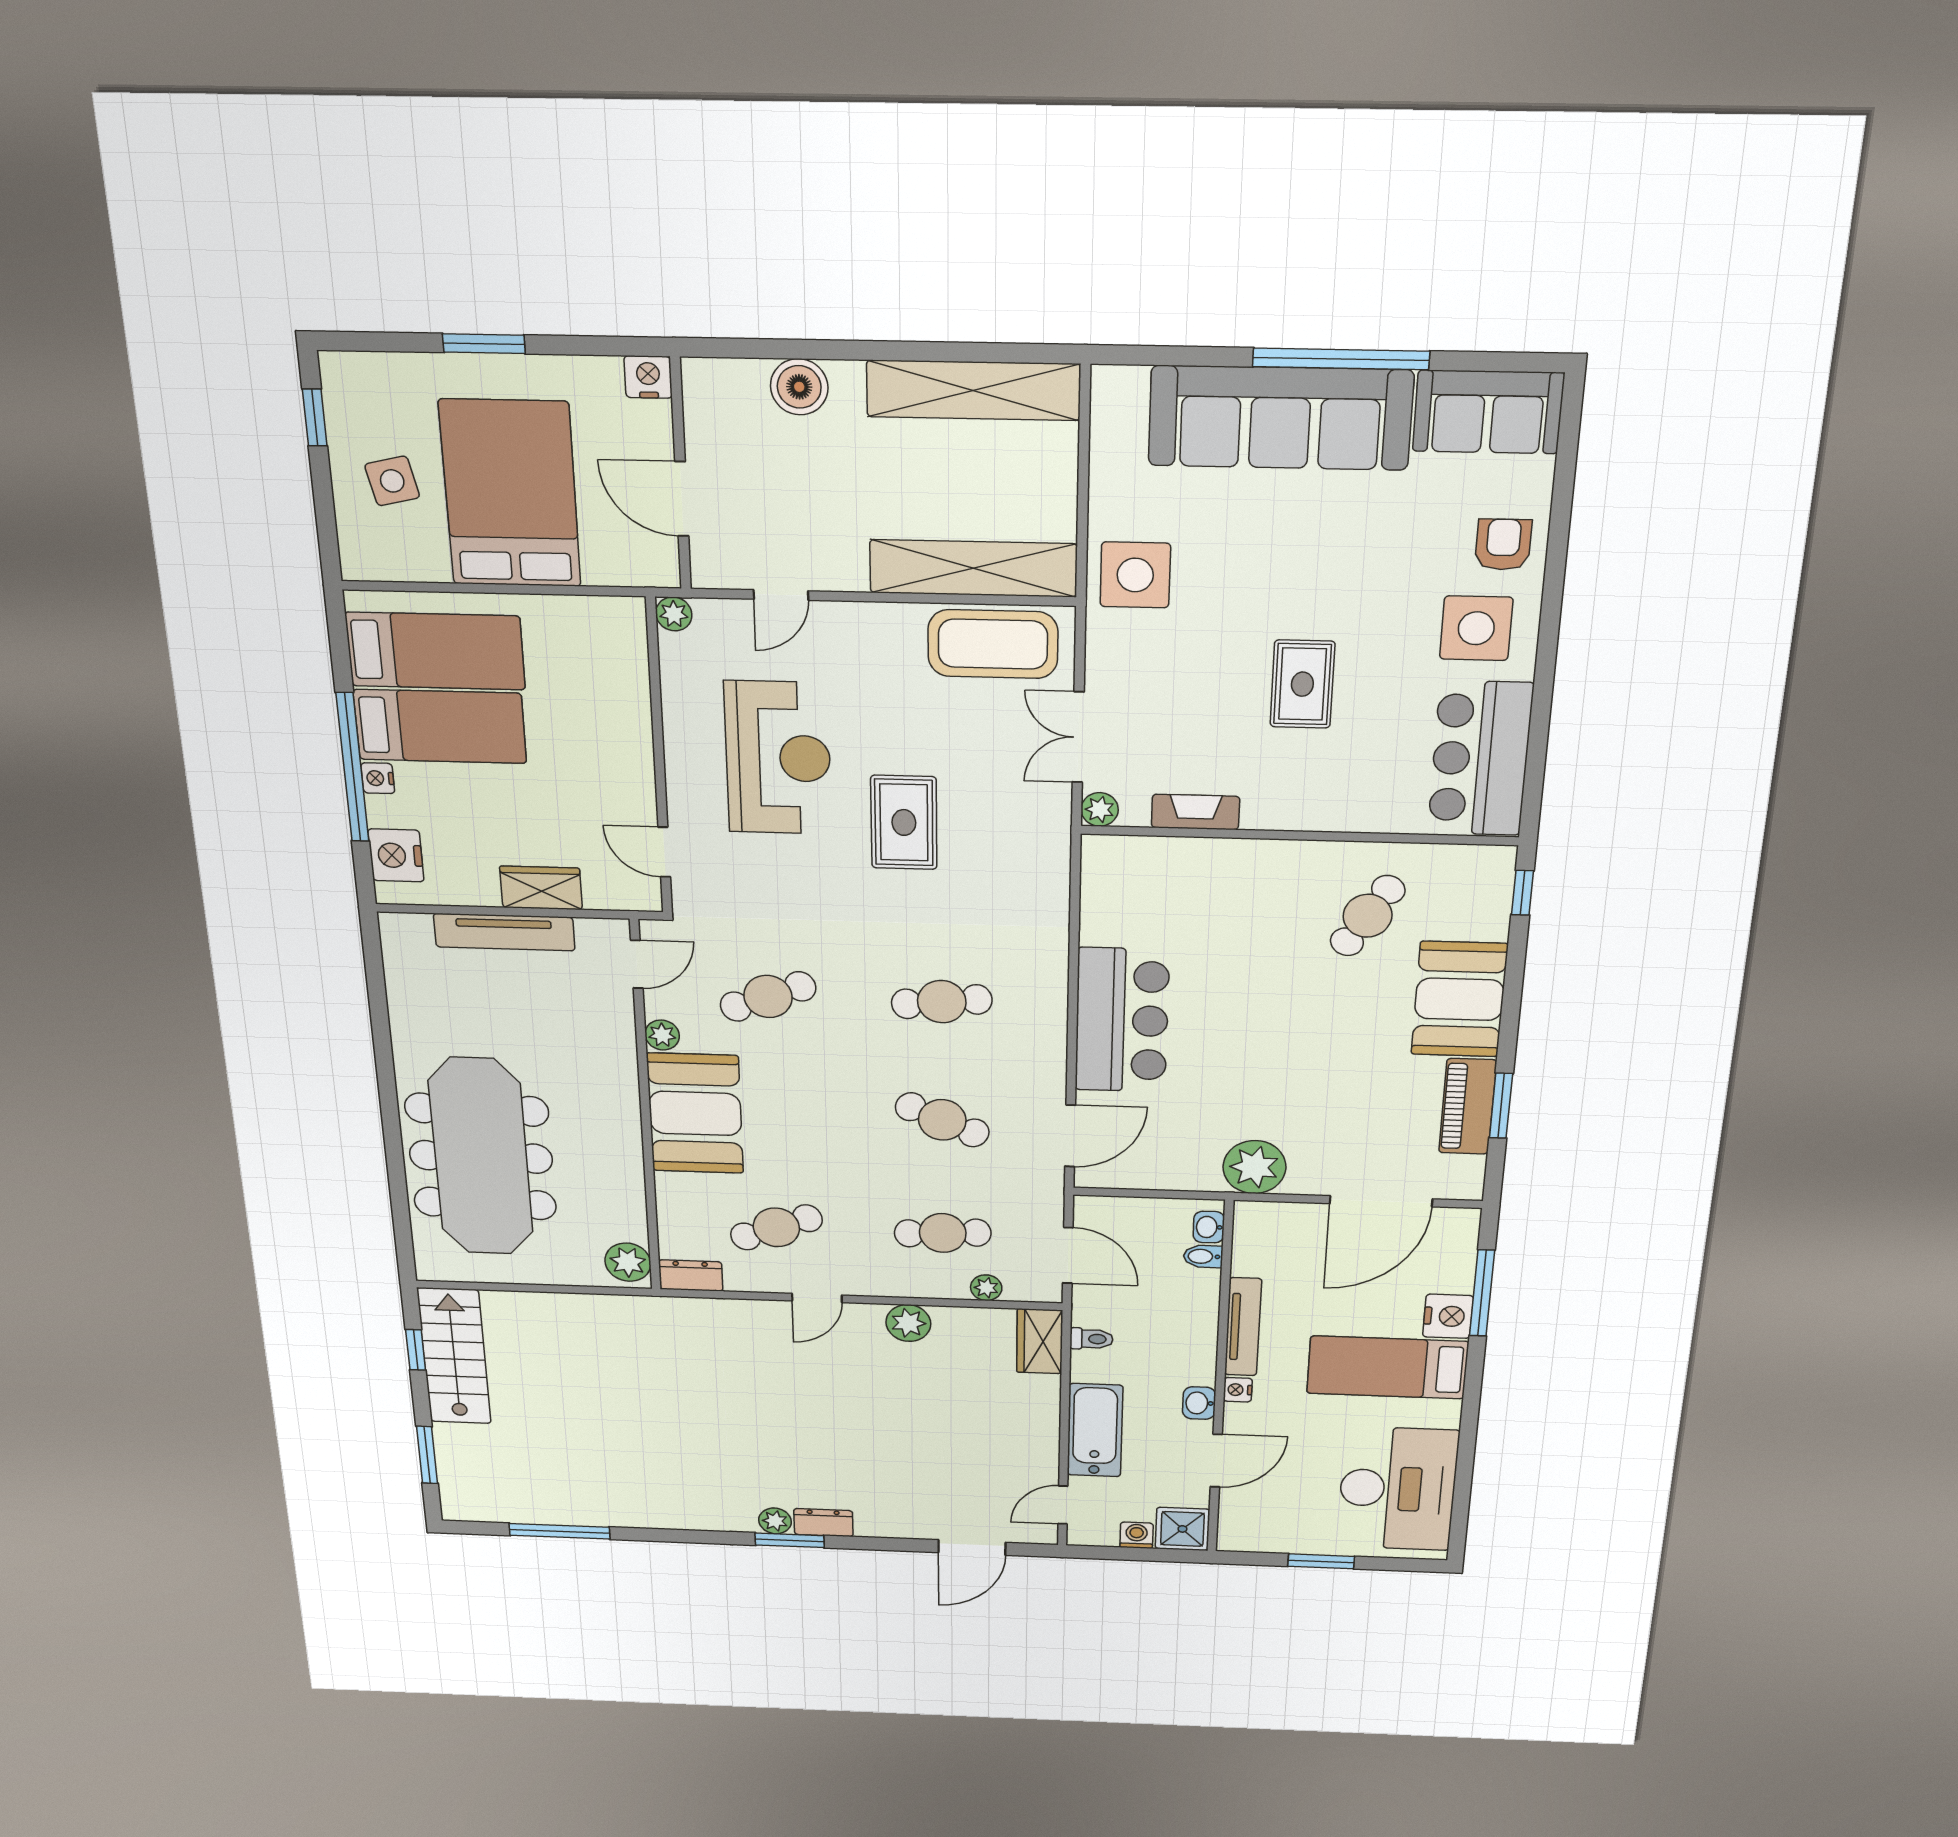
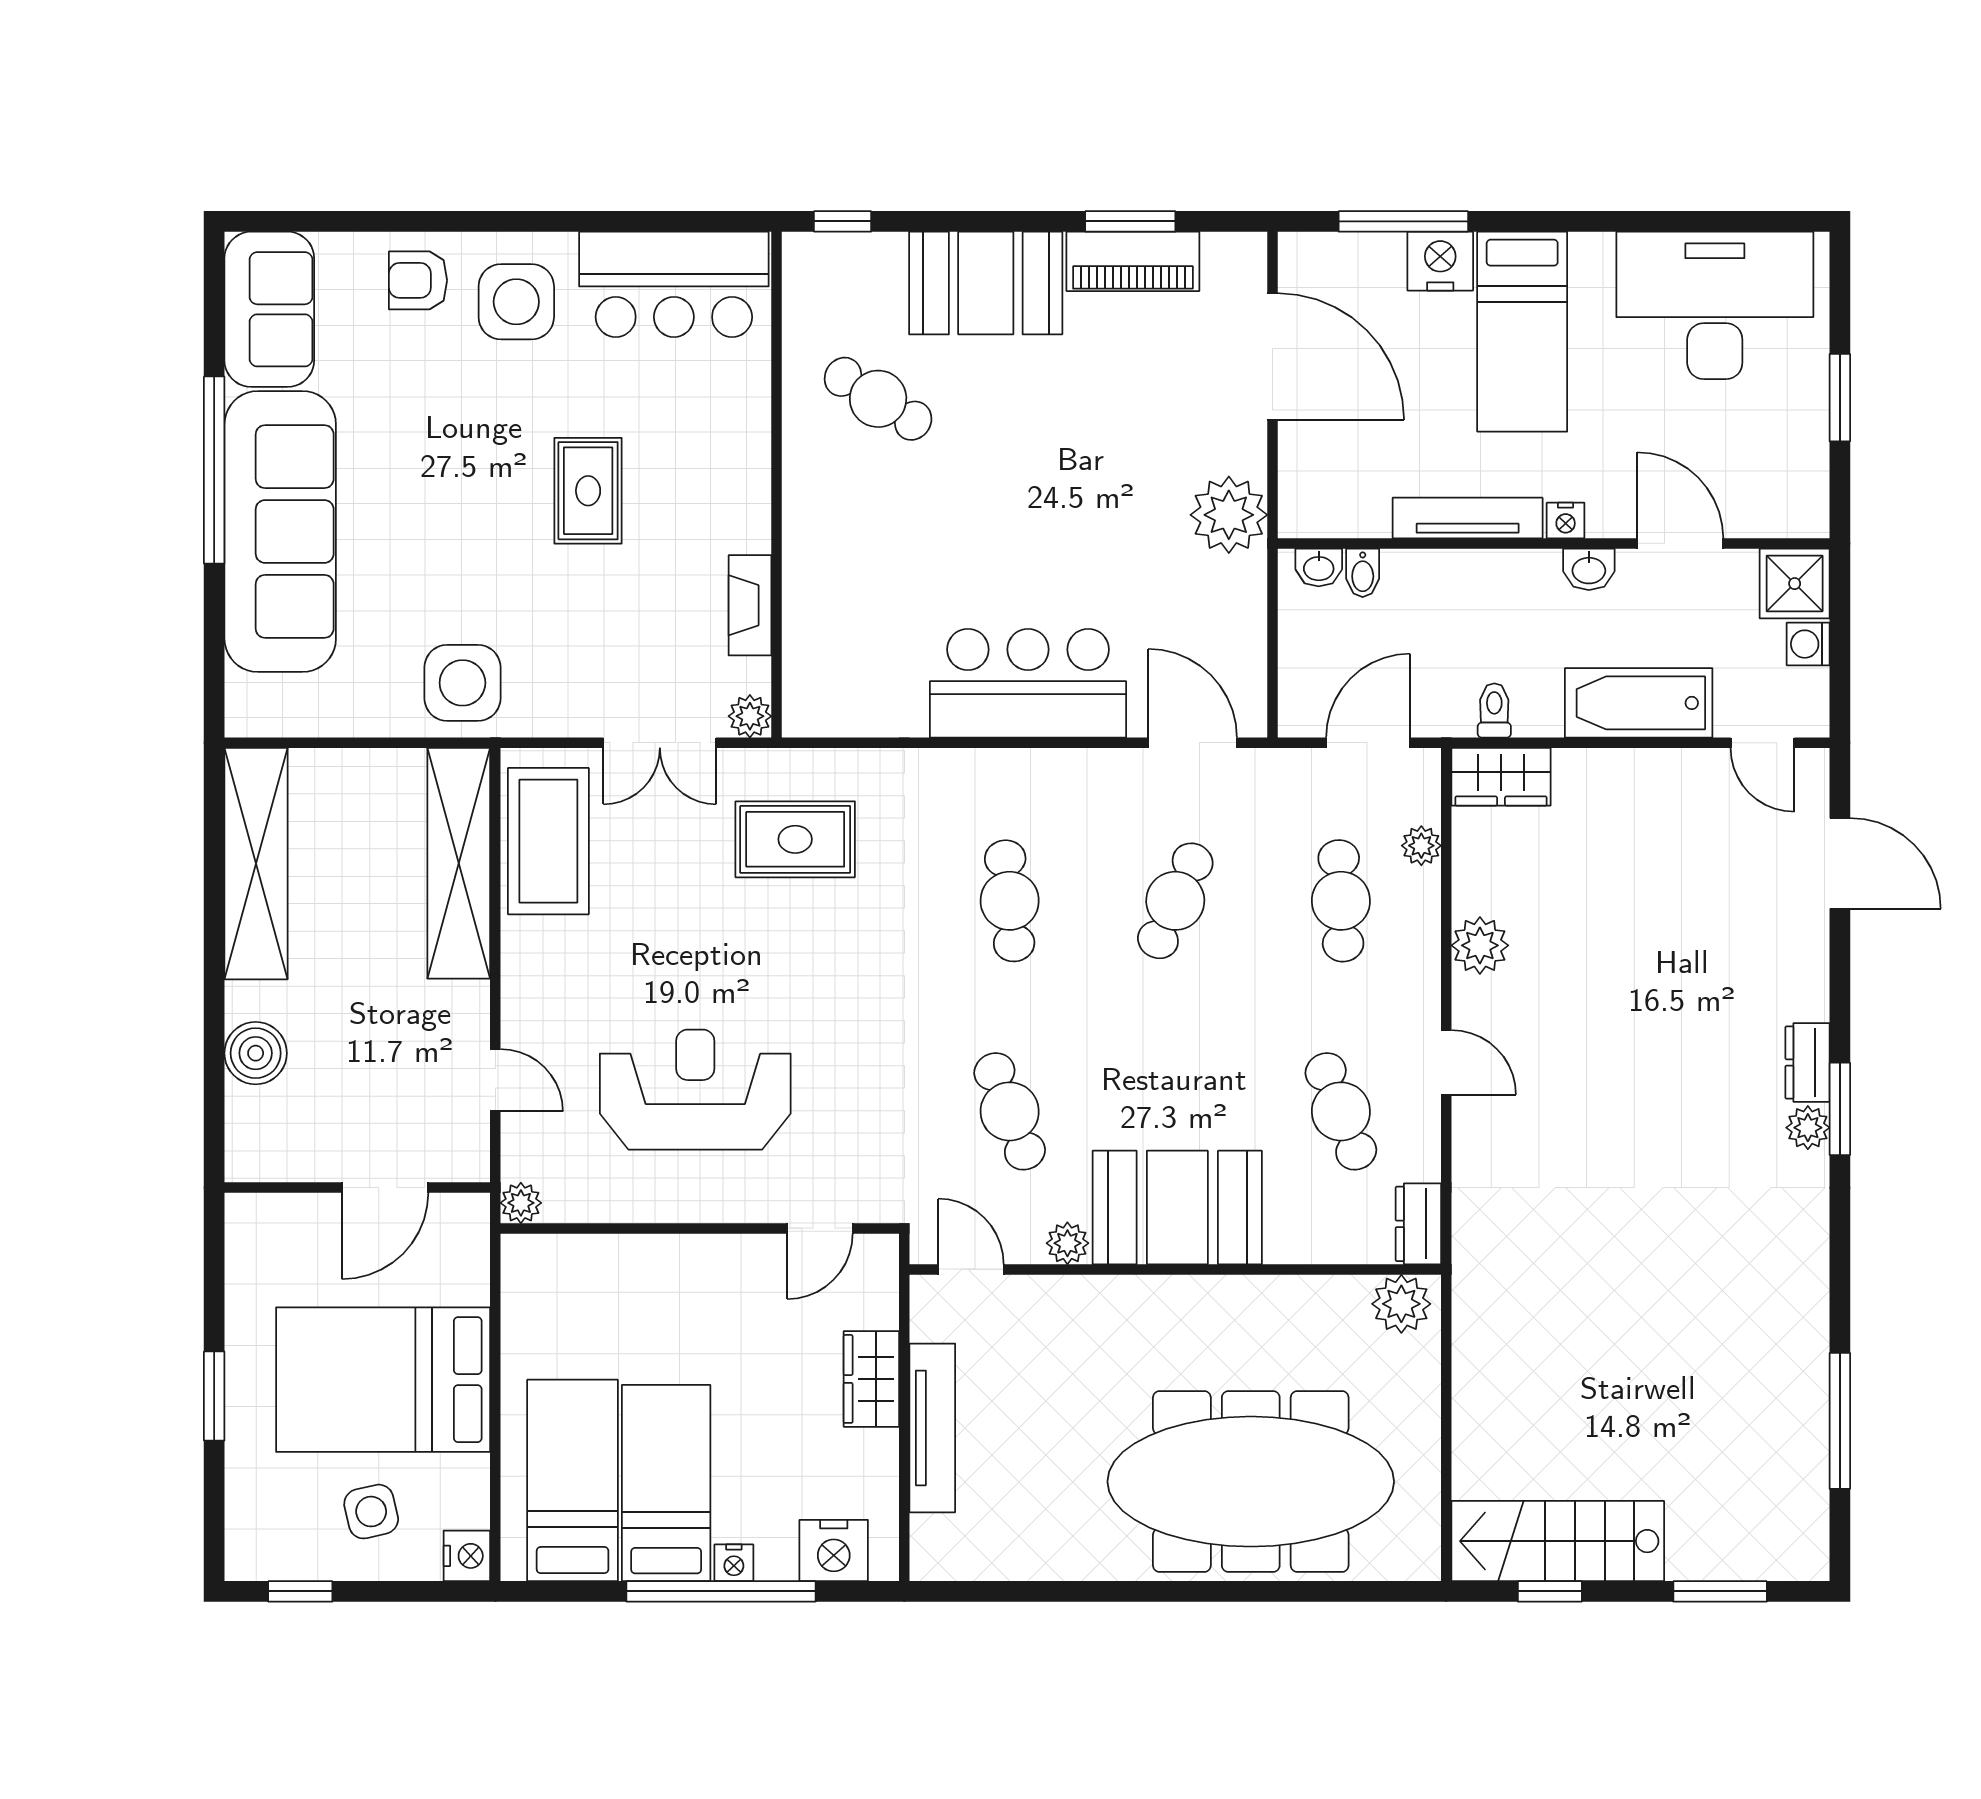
nightstand: (648, 377) -> (467, 1556), moved, turned 180
rug: (1302, 684) -> (588, 491), turned 90
rug: (904, 823) -> (795, 839), moved

